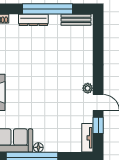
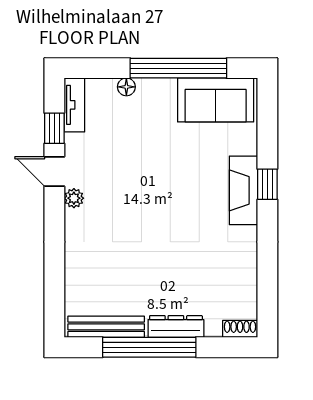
bench: (76, 20) -> (106, 327), width x1.36
floor lamp: (38, 147) -> (126, 87), moved

